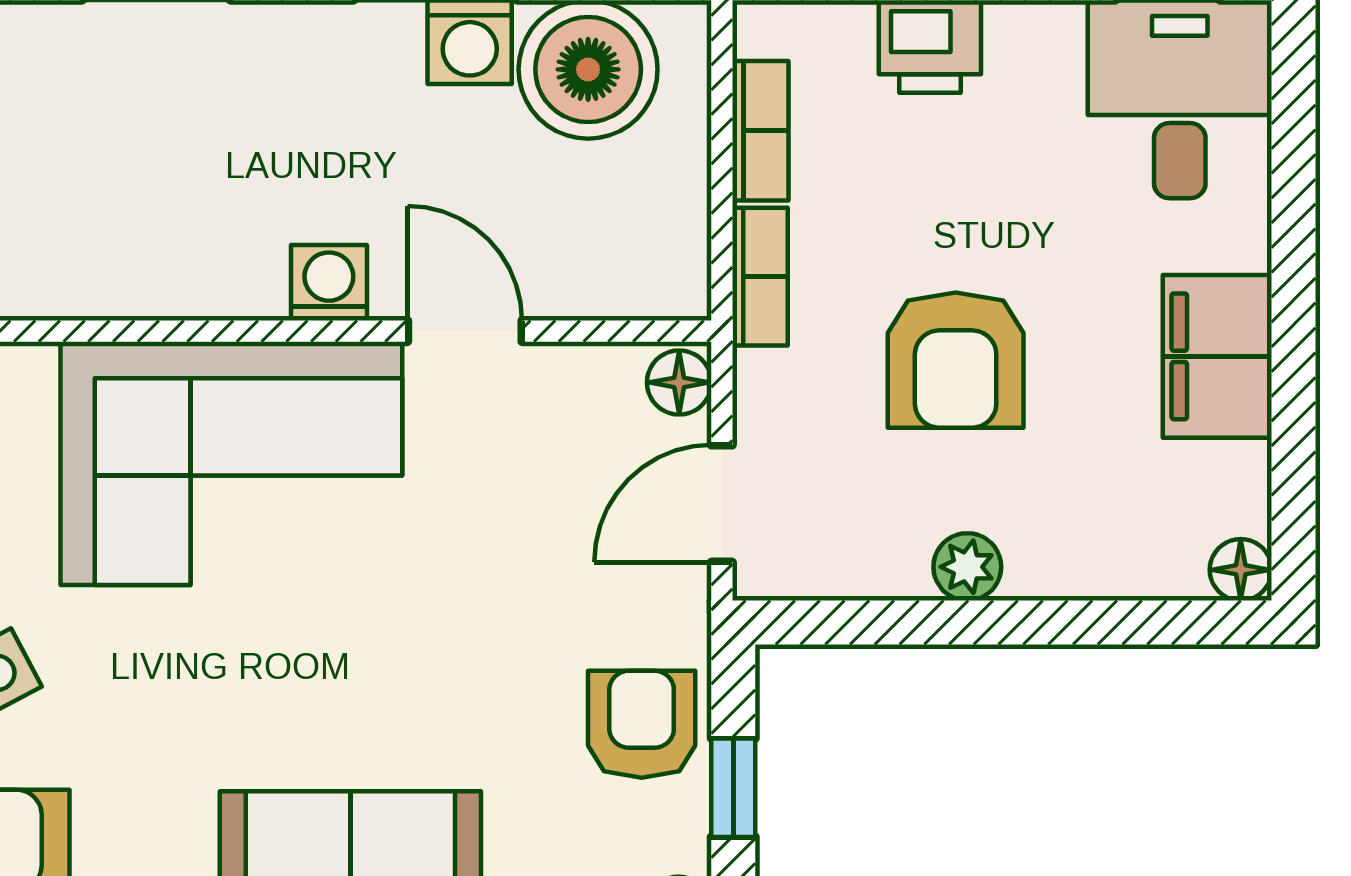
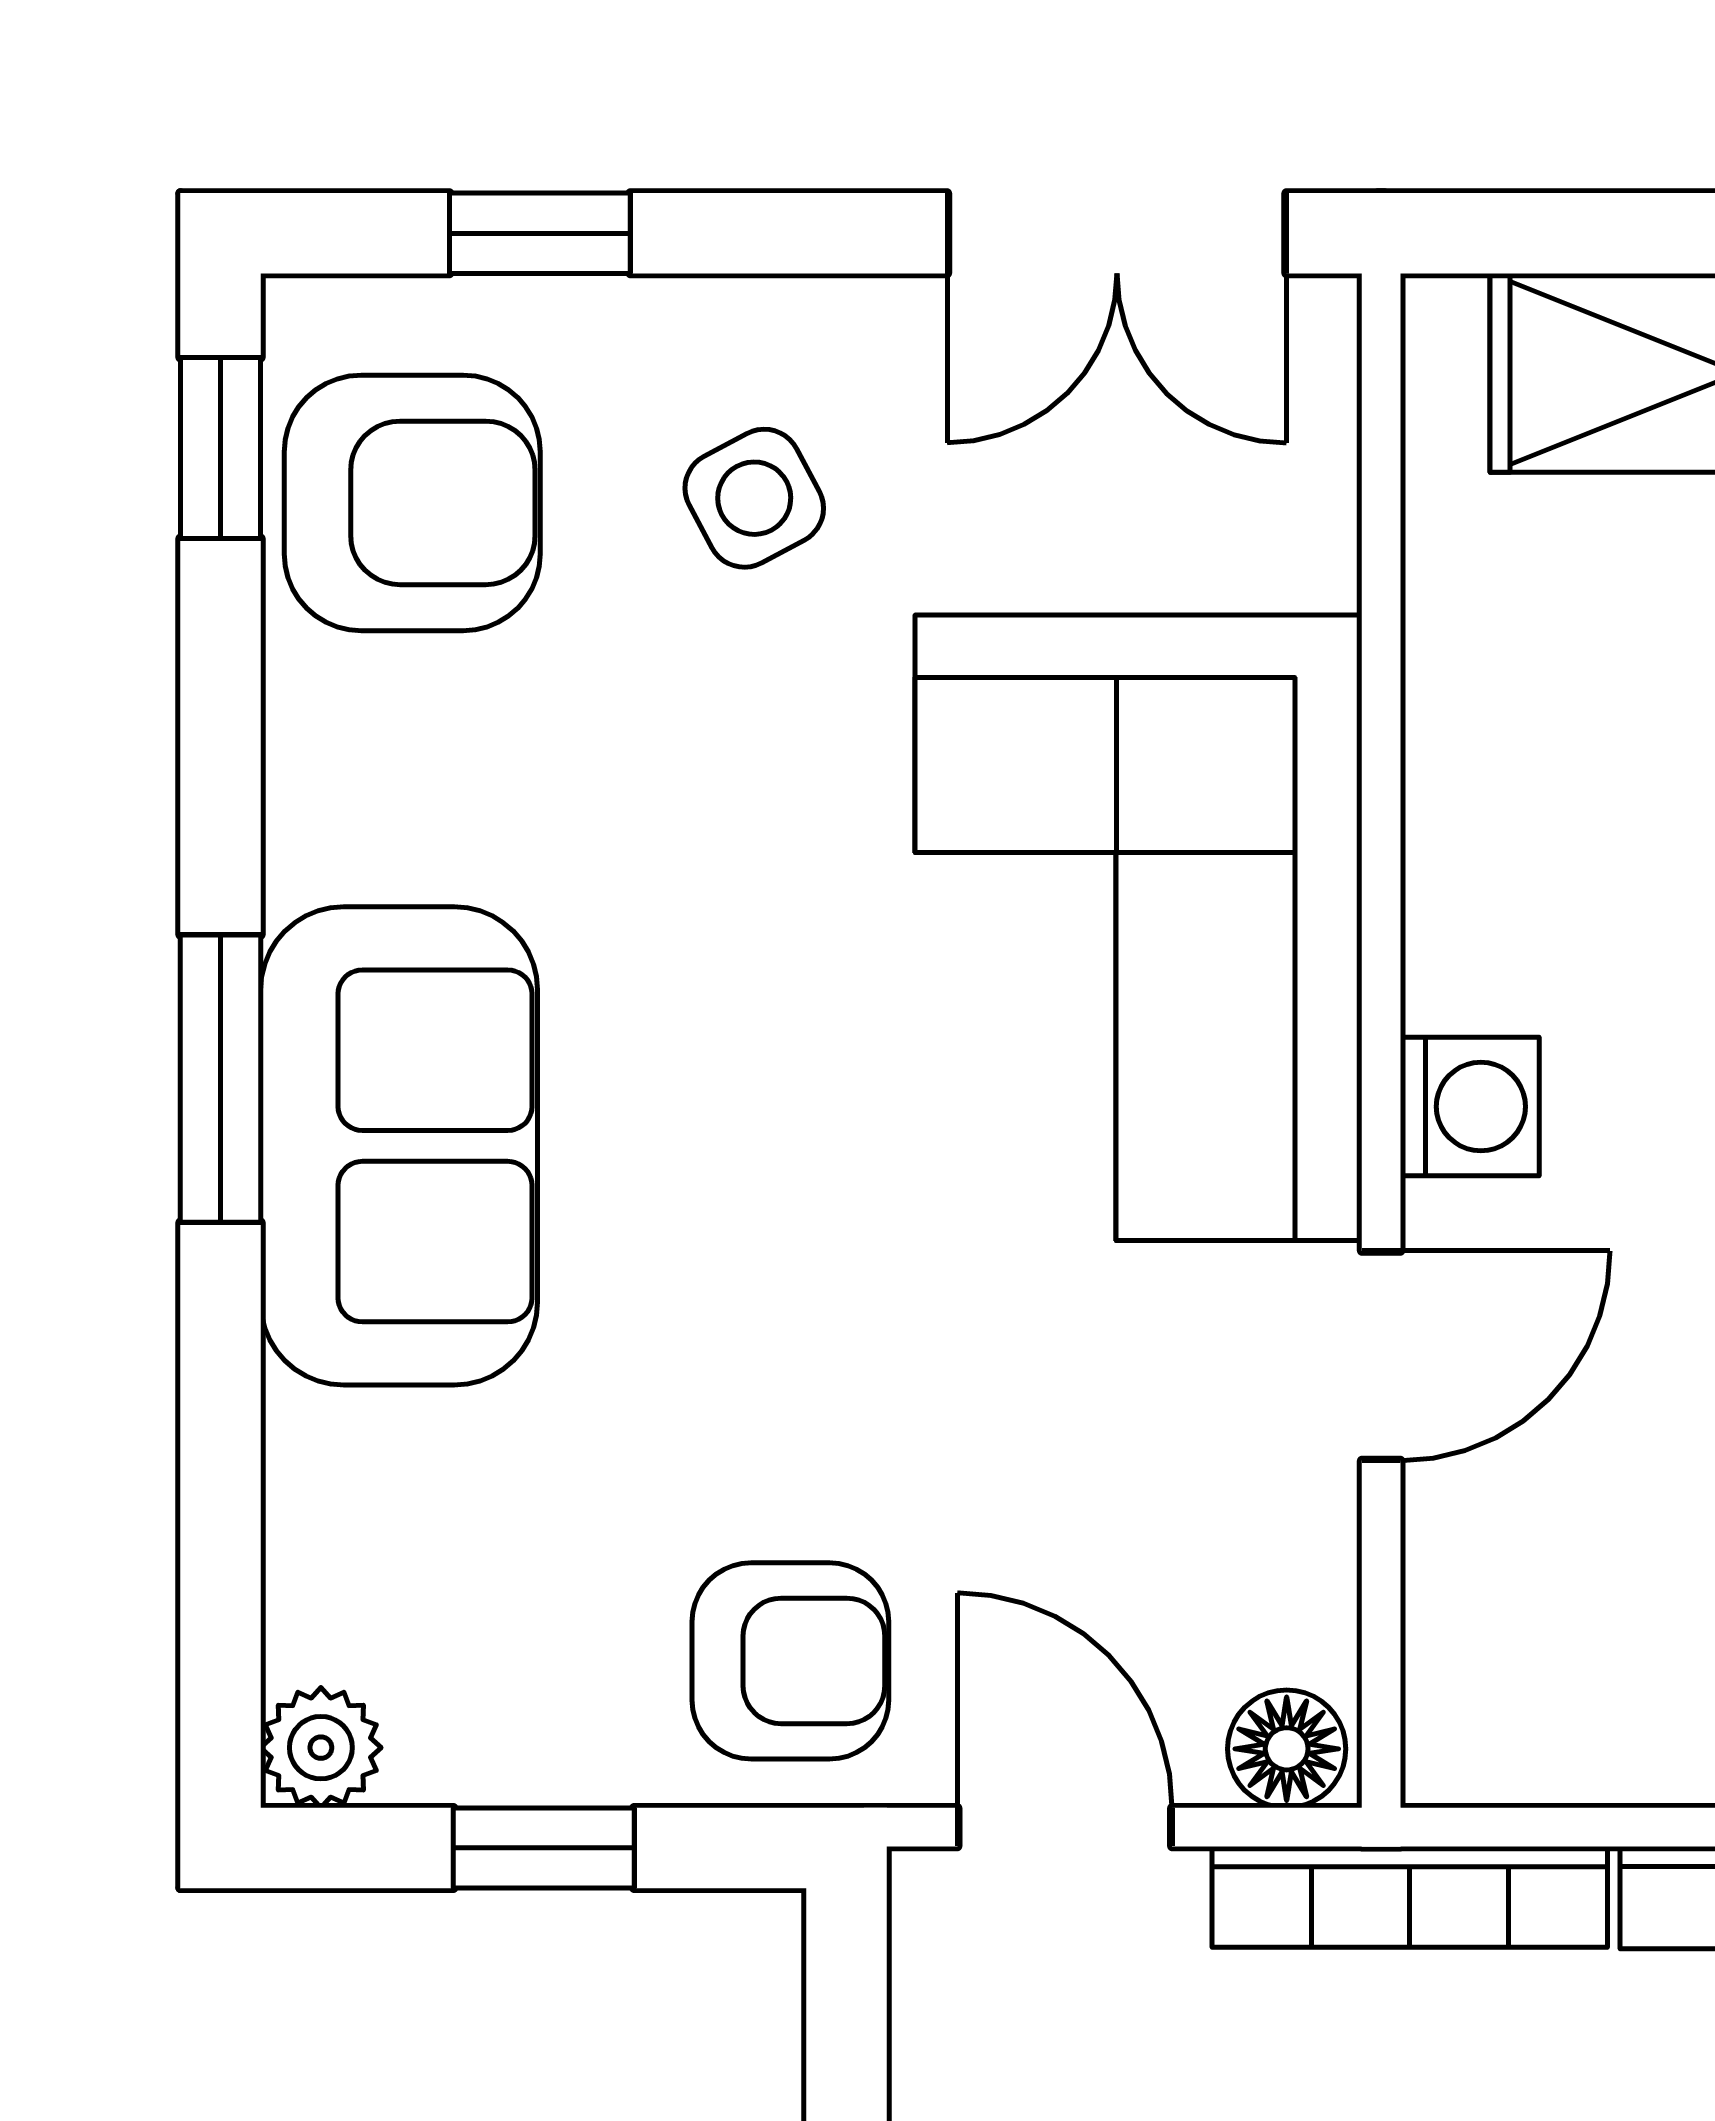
bookcase: (760, 277) -> (1410, 1897), width x1.56
armchair: (642, 724) -> (790, 1661), moved

